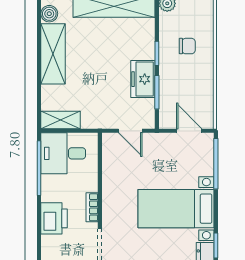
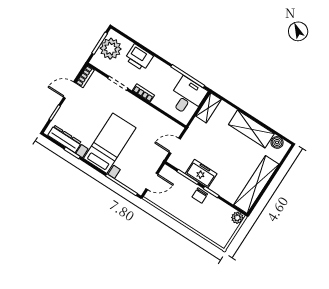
chair: (187, 46) -> (200, 195), moved
printer: (54, 218) -> (139, 58), moved

